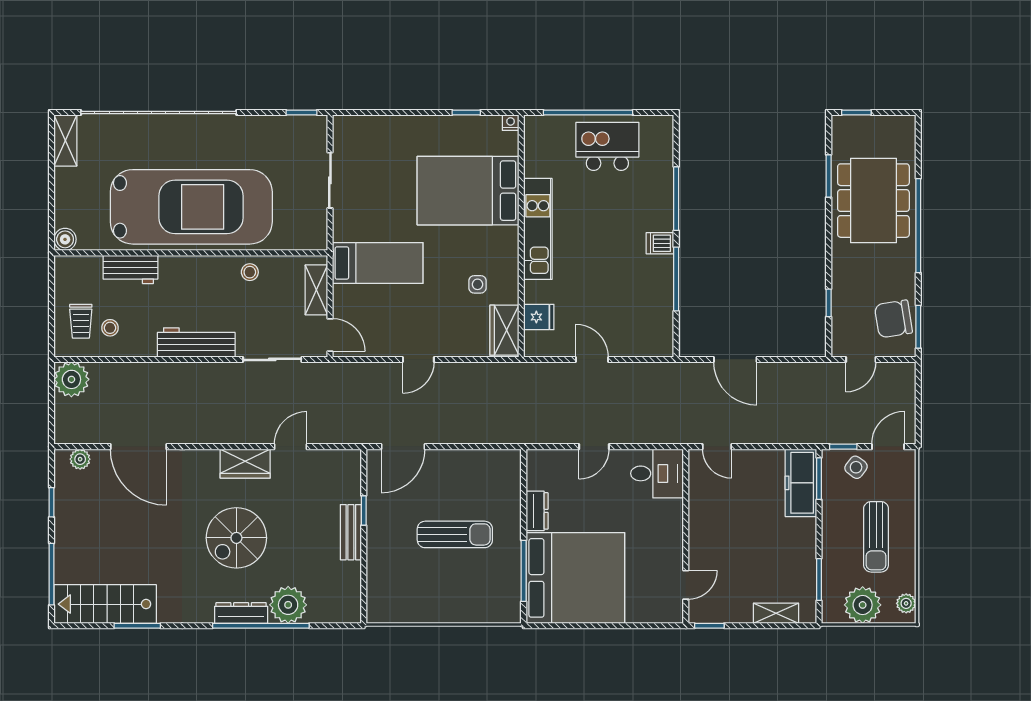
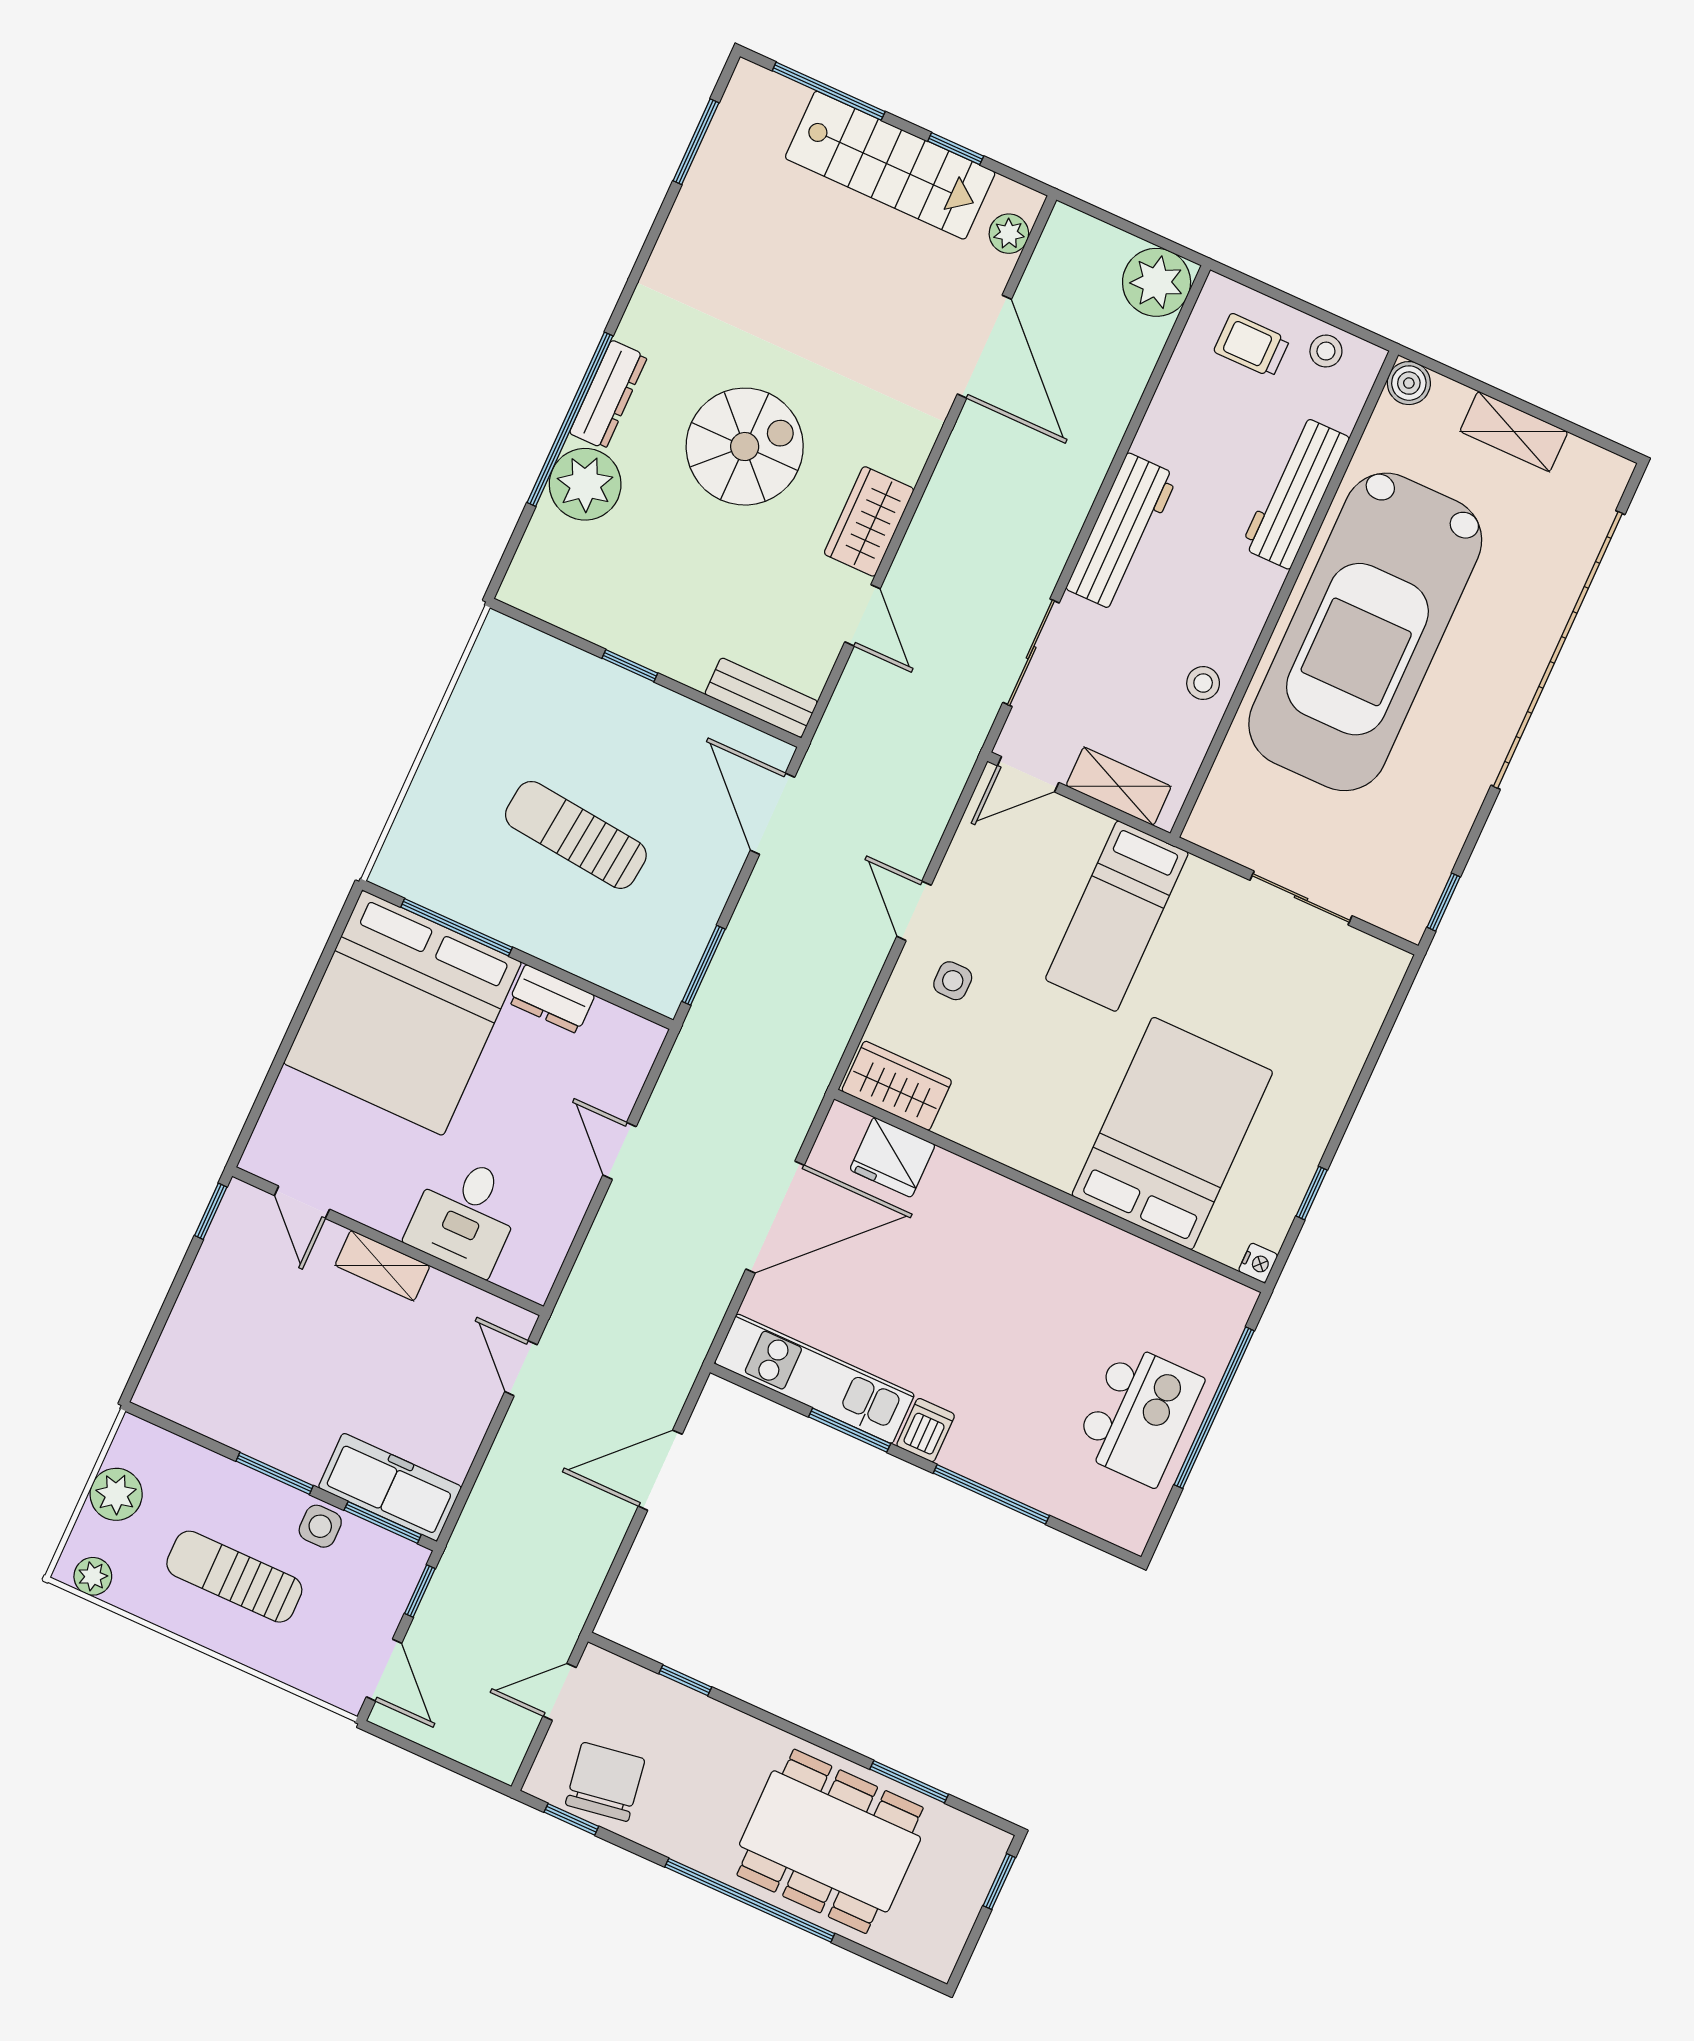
shelving: (65, 140) -> (1514, 432), moved
kitchen unit: (538, 229) -> (814, 1379), moved, turned 180
workbench: (130, 269) -> (1295, 492), width x1.38
window: (676, 279) -> (850, 1430), width x0.69
side table: (477, 284) -> (953, 981), moved
fridge: (539, 317) -> (892, 1157), width x1.38
window: (918, 327) -> (571, 1819), width x0.67
stool: (110, 328) -> (1326, 351), moved
door: (592, 359) -> (775, 1217), width x1.87
door: (861, 359) -> (560, 1692), hinge flipped
door: (138, 447) -> (984, 347), swing flipped
window: (489, 447) -> (704, 965), added
door: (717, 447) -> (521, 1368), hinge flipped
side table: (856, 467) -> (320, 1526), moved, turned -36
desk: (657, 473) -> (465, 1215), moved
window: (364, 510) -> (630, 666), moved
bench: (351, 532) -> (761, 698), moved
sun lounger: (455, 534) -> (576, 835), turned 96
spiral stairs: (236, 538) -> (745, 447), turned 90
window: (819, 580) -> (275, 1473), moved
stairs: (105, 604) -> (890, 165), moved, turned 90
plant: (863, 605) -> (116, 1494), width x0.73, depth x0.73
shelving: (776, 613) -> (382, 1266), moved, turned 90
window: (137, 626) -> (696, 142), moved

